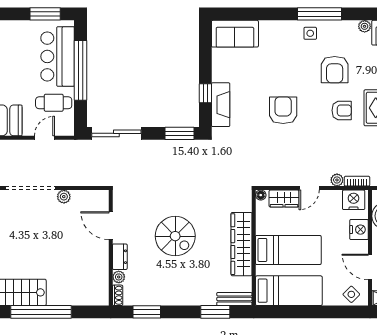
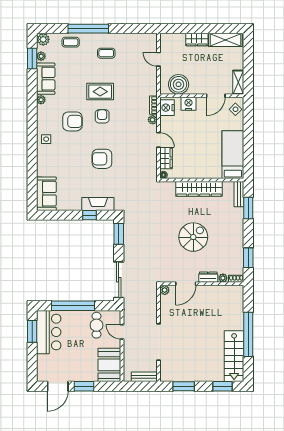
window: (320, 14) -> (32, 132), removed
bar counter: (58, 56) -> (49, 332), moved, turned -90
plant: (64, 197) -> (165, 290), moved
bed: (288, 250) -> (203, 155), removed

